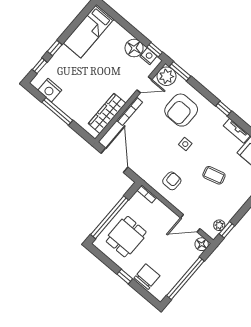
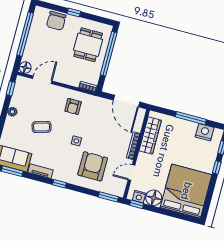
bed: (89, 31) -> (186, 191), width x2.04
plant: (166, 76) -> (117, 188), removed
plant: (219, 225) -> (12, 112), moved

